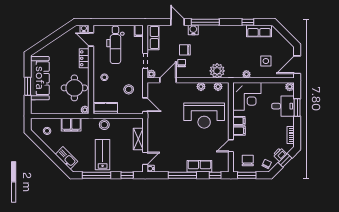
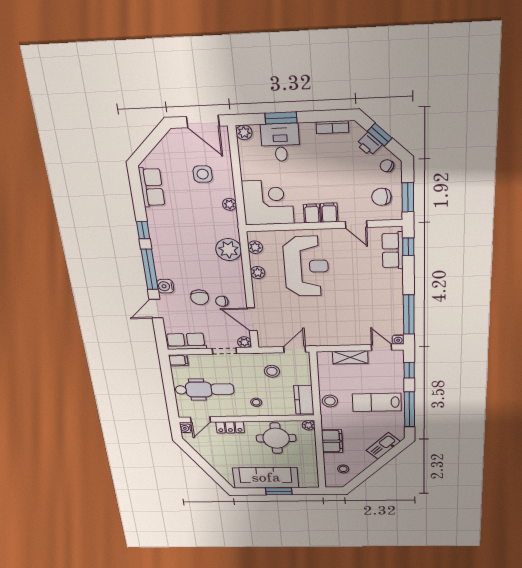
window: (248, 22) -> (143, 230), moved
row of seats: (199, 166) -> (393, 250), moved
window: (182, 175) -> (409, 315), moved

